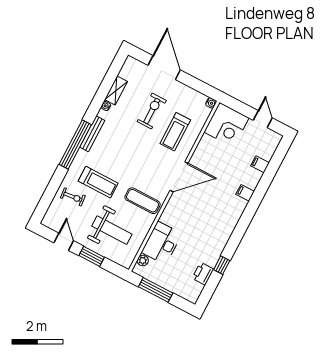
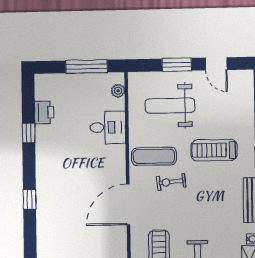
filing cabinet: (245, 193) -> (46, 226), removed
exercise bike: (73, 197) -> (171, 182), moved
window: (246, 218) -> (30, 199), added
desk: (162, 243) -> (108, 127), width x0.73

